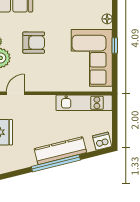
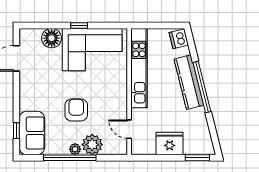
floor lamp: (107, 19) -> (52, 38), width x1.89, depth x1.89
kitchen unit: (84, 103) -> (139, 68), width x1.36

